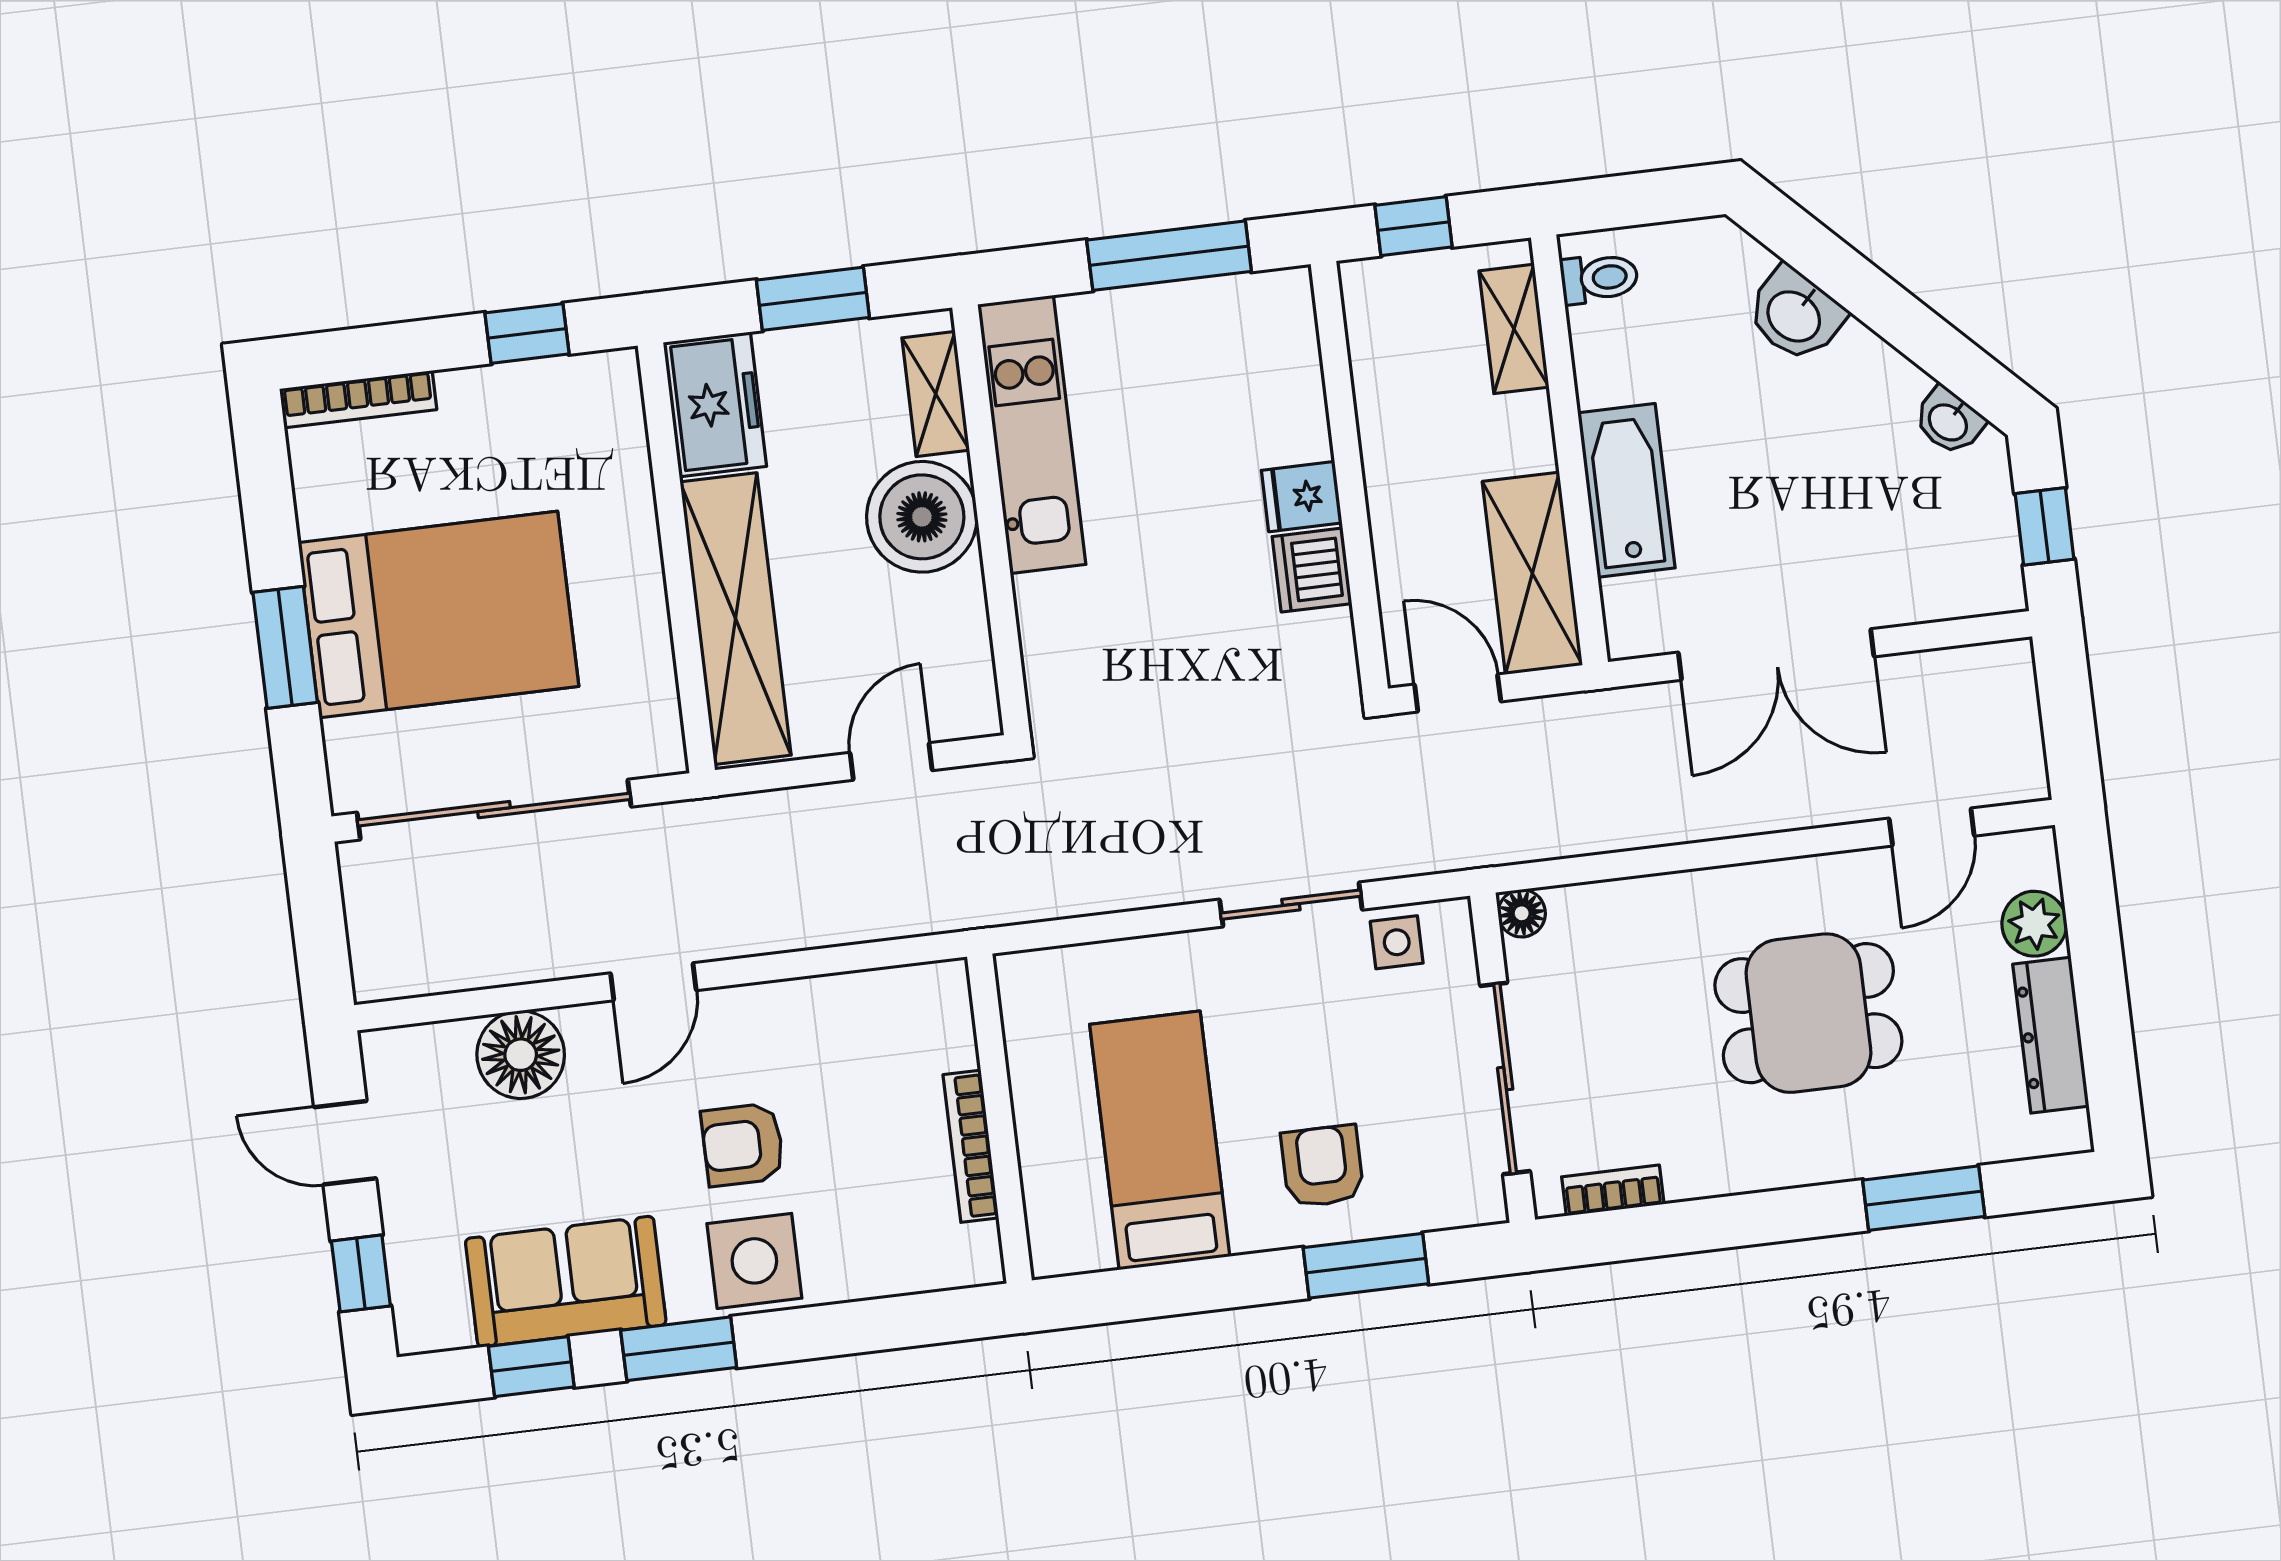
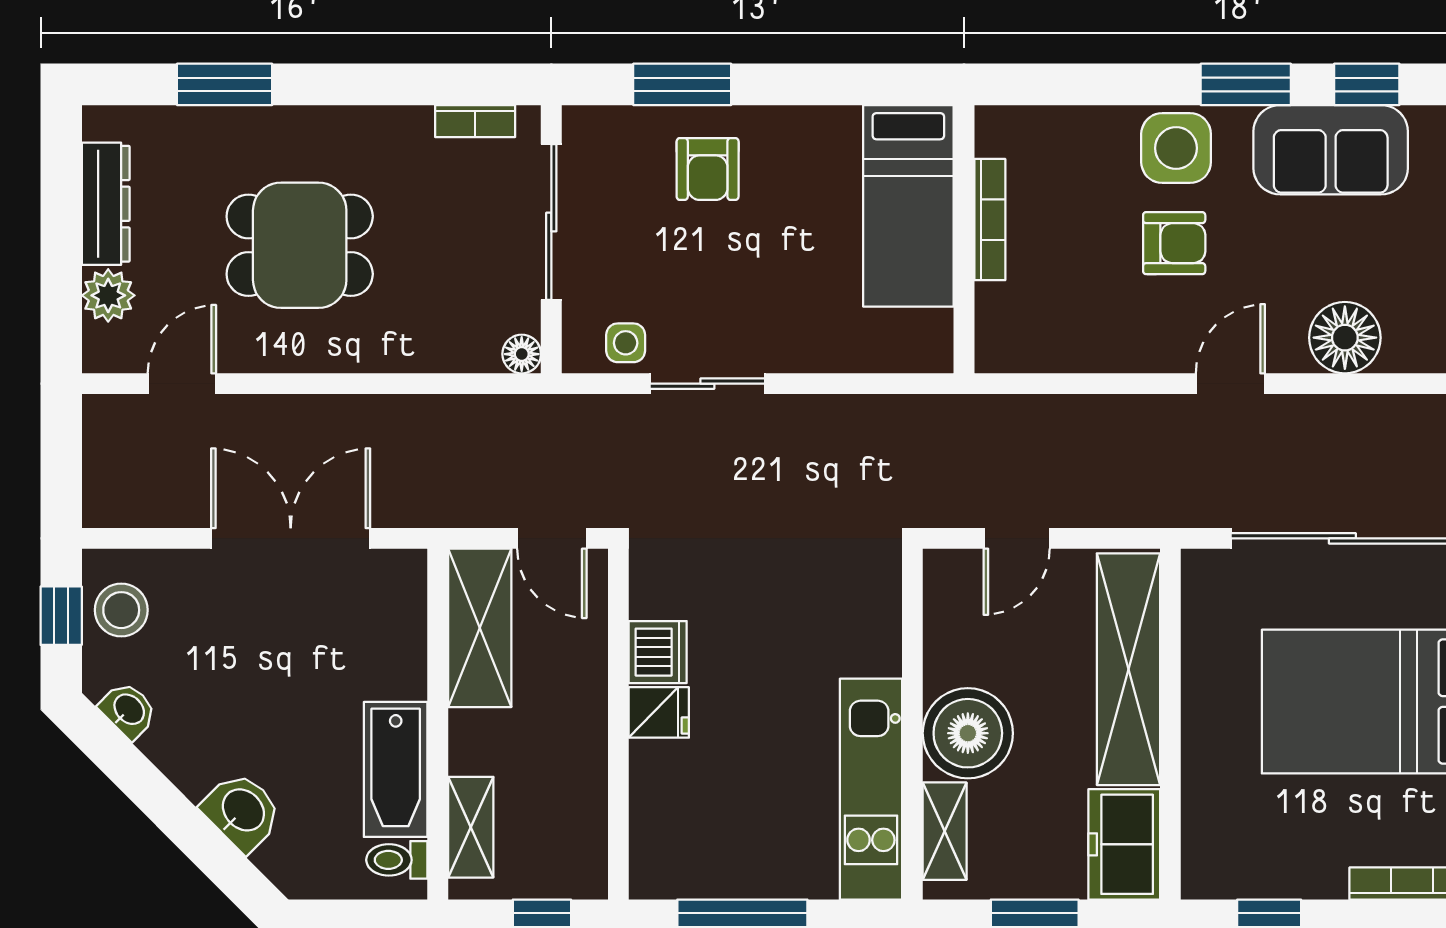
bathtub: (1626, 490) -> (396, 769), moved
stool: (1972, 542) -> (121, 610), added
bed: (1160, 1140) -> (908, 206), moved

